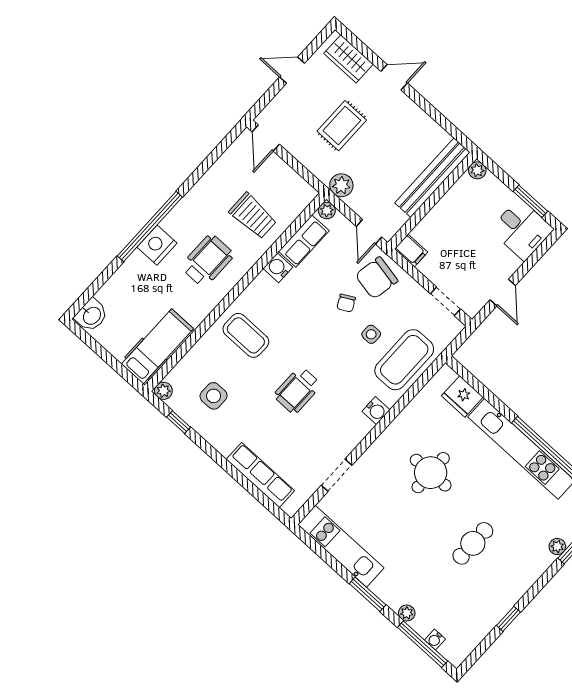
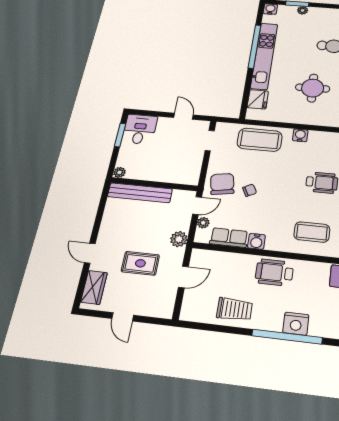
door: (266, 138) -> (183, 277), moved
plant: (327, 211) -> (203, 223), moved
trolley: (253, 216) -> (235, 309), moved, turned 90
filing cabinet: (411, 251) -> (192, 176), removed
wheelchair: (207, 261) -> (274, 272), moved
chair: (377, 278) -> (222, 184), turned -111
door: (503, 293) -> (183, 116), hinge flipped
side table: (371, 334) -> (258, 166), removed
coffee table: (246, 335) -> (312, 232), turned 90

